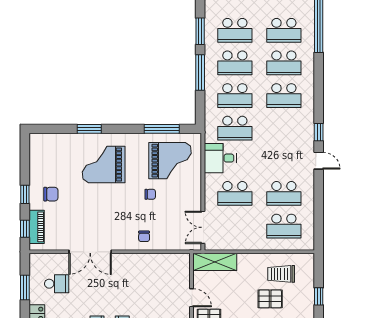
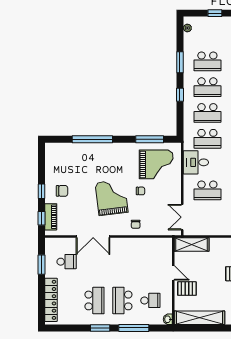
window: (200, 73) -> (180, 95), width x0.46
window: (89, 129) -> (92, 139), width x2.11
grand piano: (104, 164) -> (112, 198), moved, turned 83

